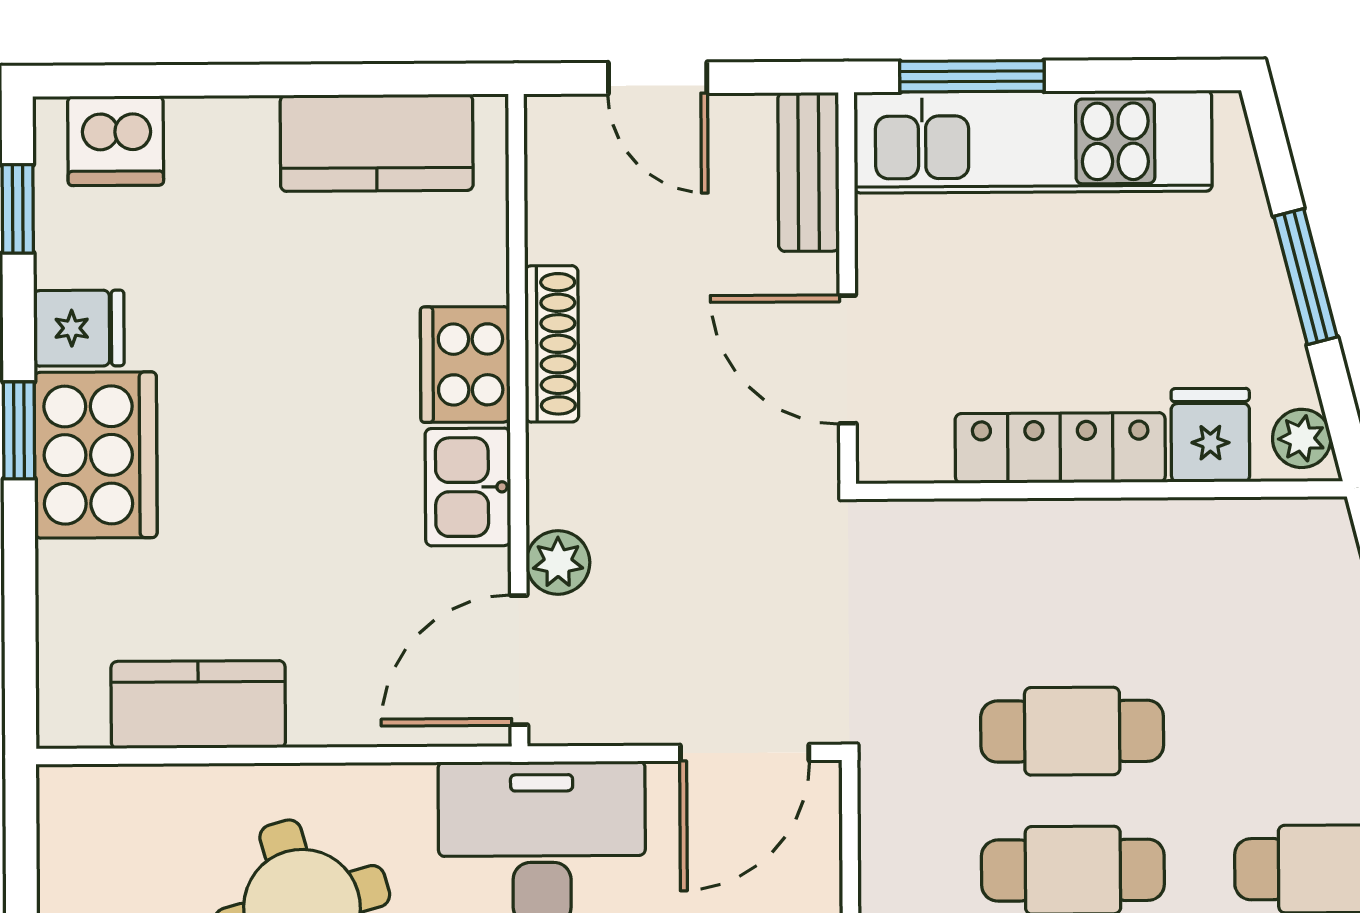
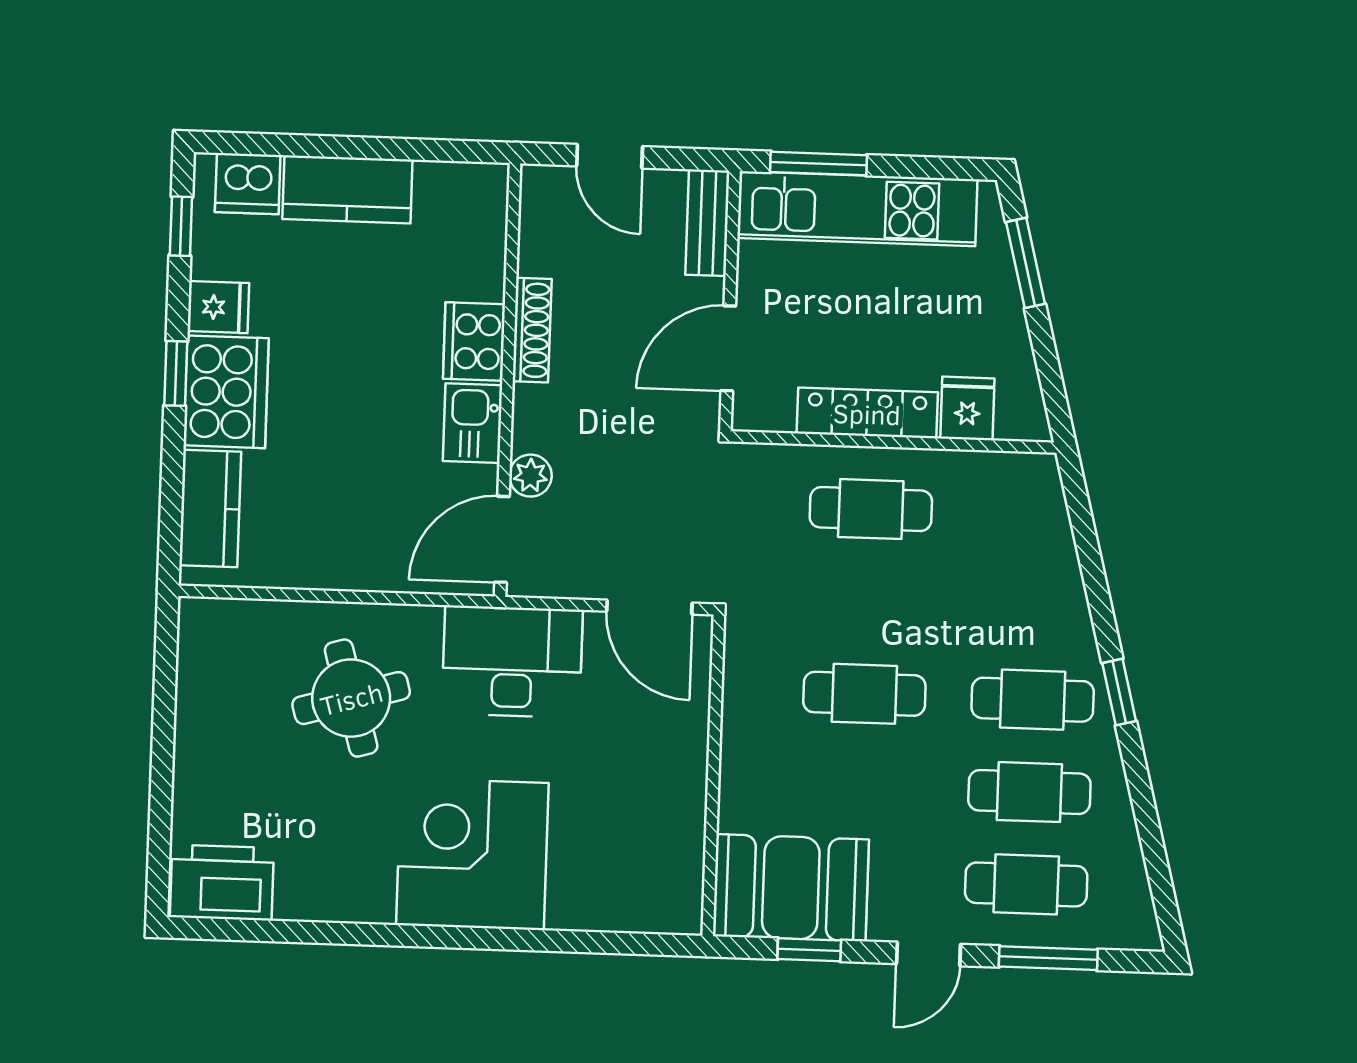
kitchen counter: (377, 143) -> (347, 189), moved
window: (1306, 277) -> (1026, 263), moved
door: (848, 359) -> (728, 348), hinge flipped
plant: (1302, 438) -> (1028, 413), removed
kitchen counter: (198, 705) -> (210, 508), moved, turned 90
cafe table: (1072, 731) -> (871, 509), moved
door: (745, 753) -> (649, 607), hinge flipped

